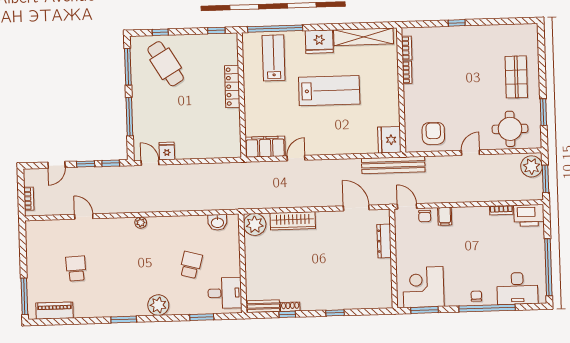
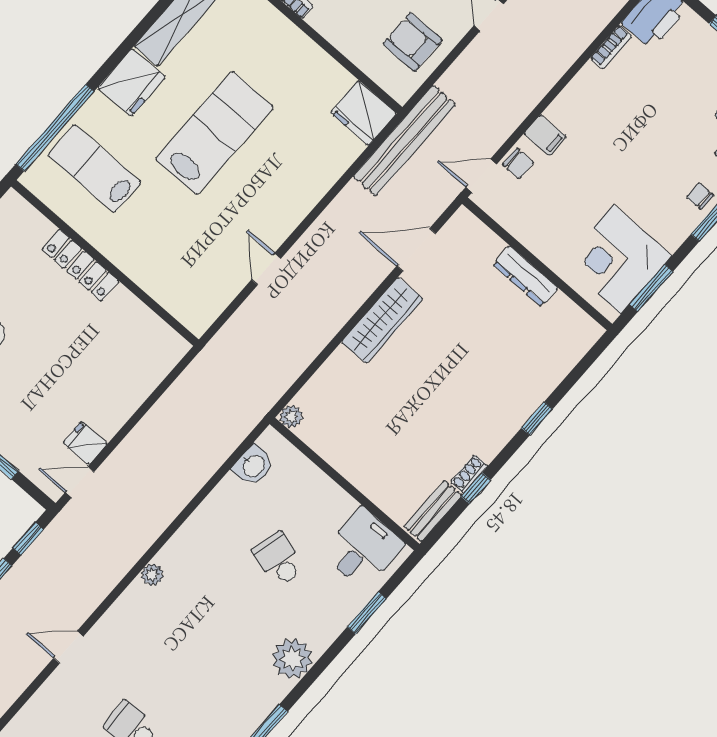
filing cabinet: (265, 147) -> (209, 298), removed
wardrobe: (293, 221) -> (382, 320), moved
plant: (255, 224) -> (291, 416), width x0.53, depth x0.53
dresser: (384, 241) -> (525, 276), moved

